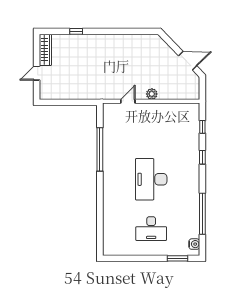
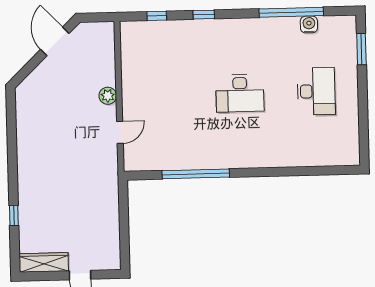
door: (128, 101) -> (120, 132), swing flipped
desk: (151, 179) -> (240, 93), width x0.73, depth x0.77
water cooler: (194, 244) -> (309, 24), moved

